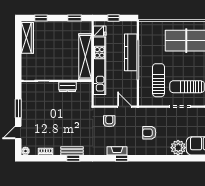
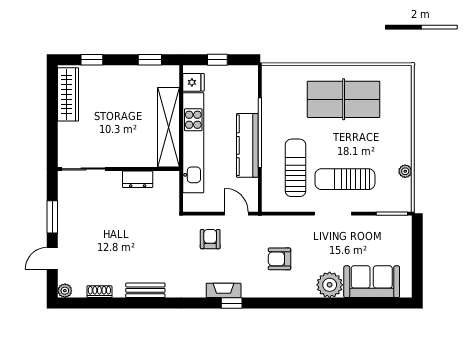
kitchen counter: (131, 52) -> (247, 145), moved
window: (73, 158) -> (148, 303), removed

